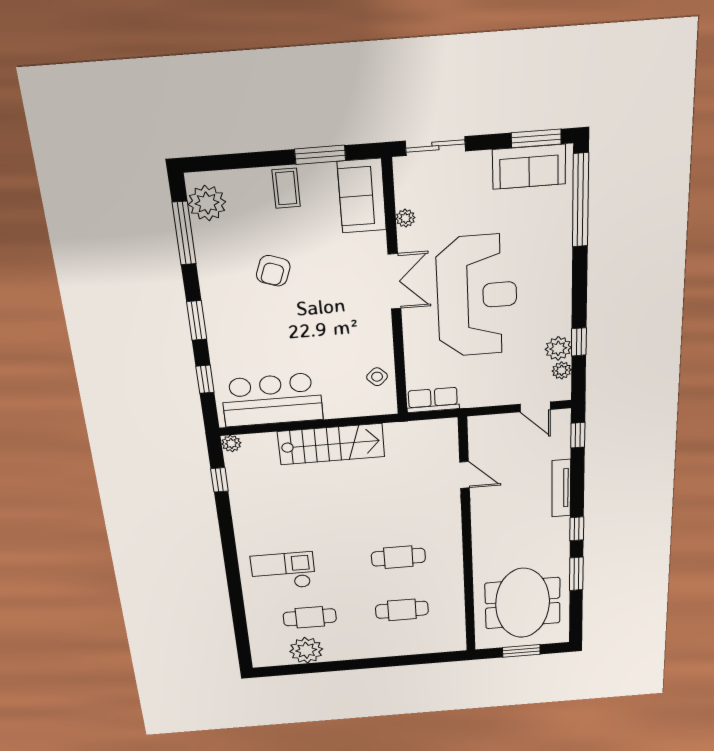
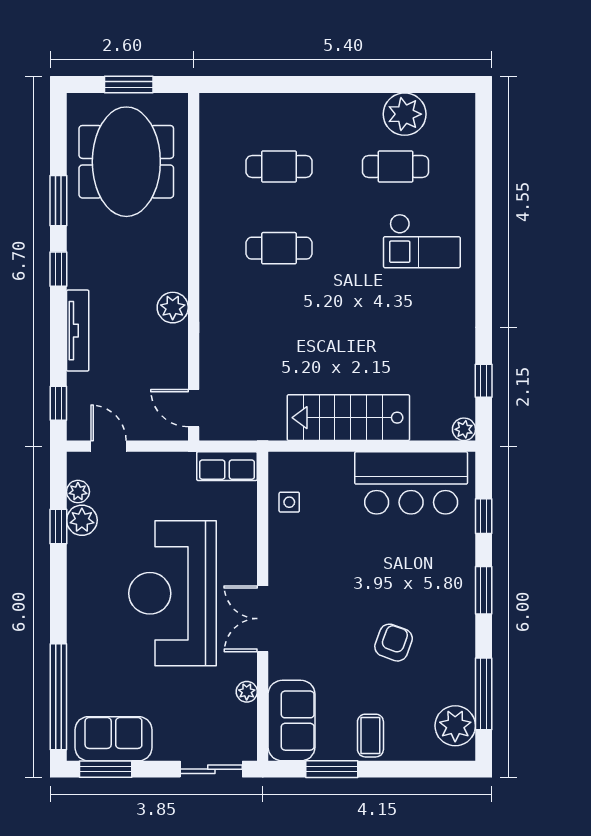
side table: (377, 377) -> (289, 502), turned 45
door: (465, 475) -> (194, 408), moved
plant: (483, 510) -> (173, 308), added

